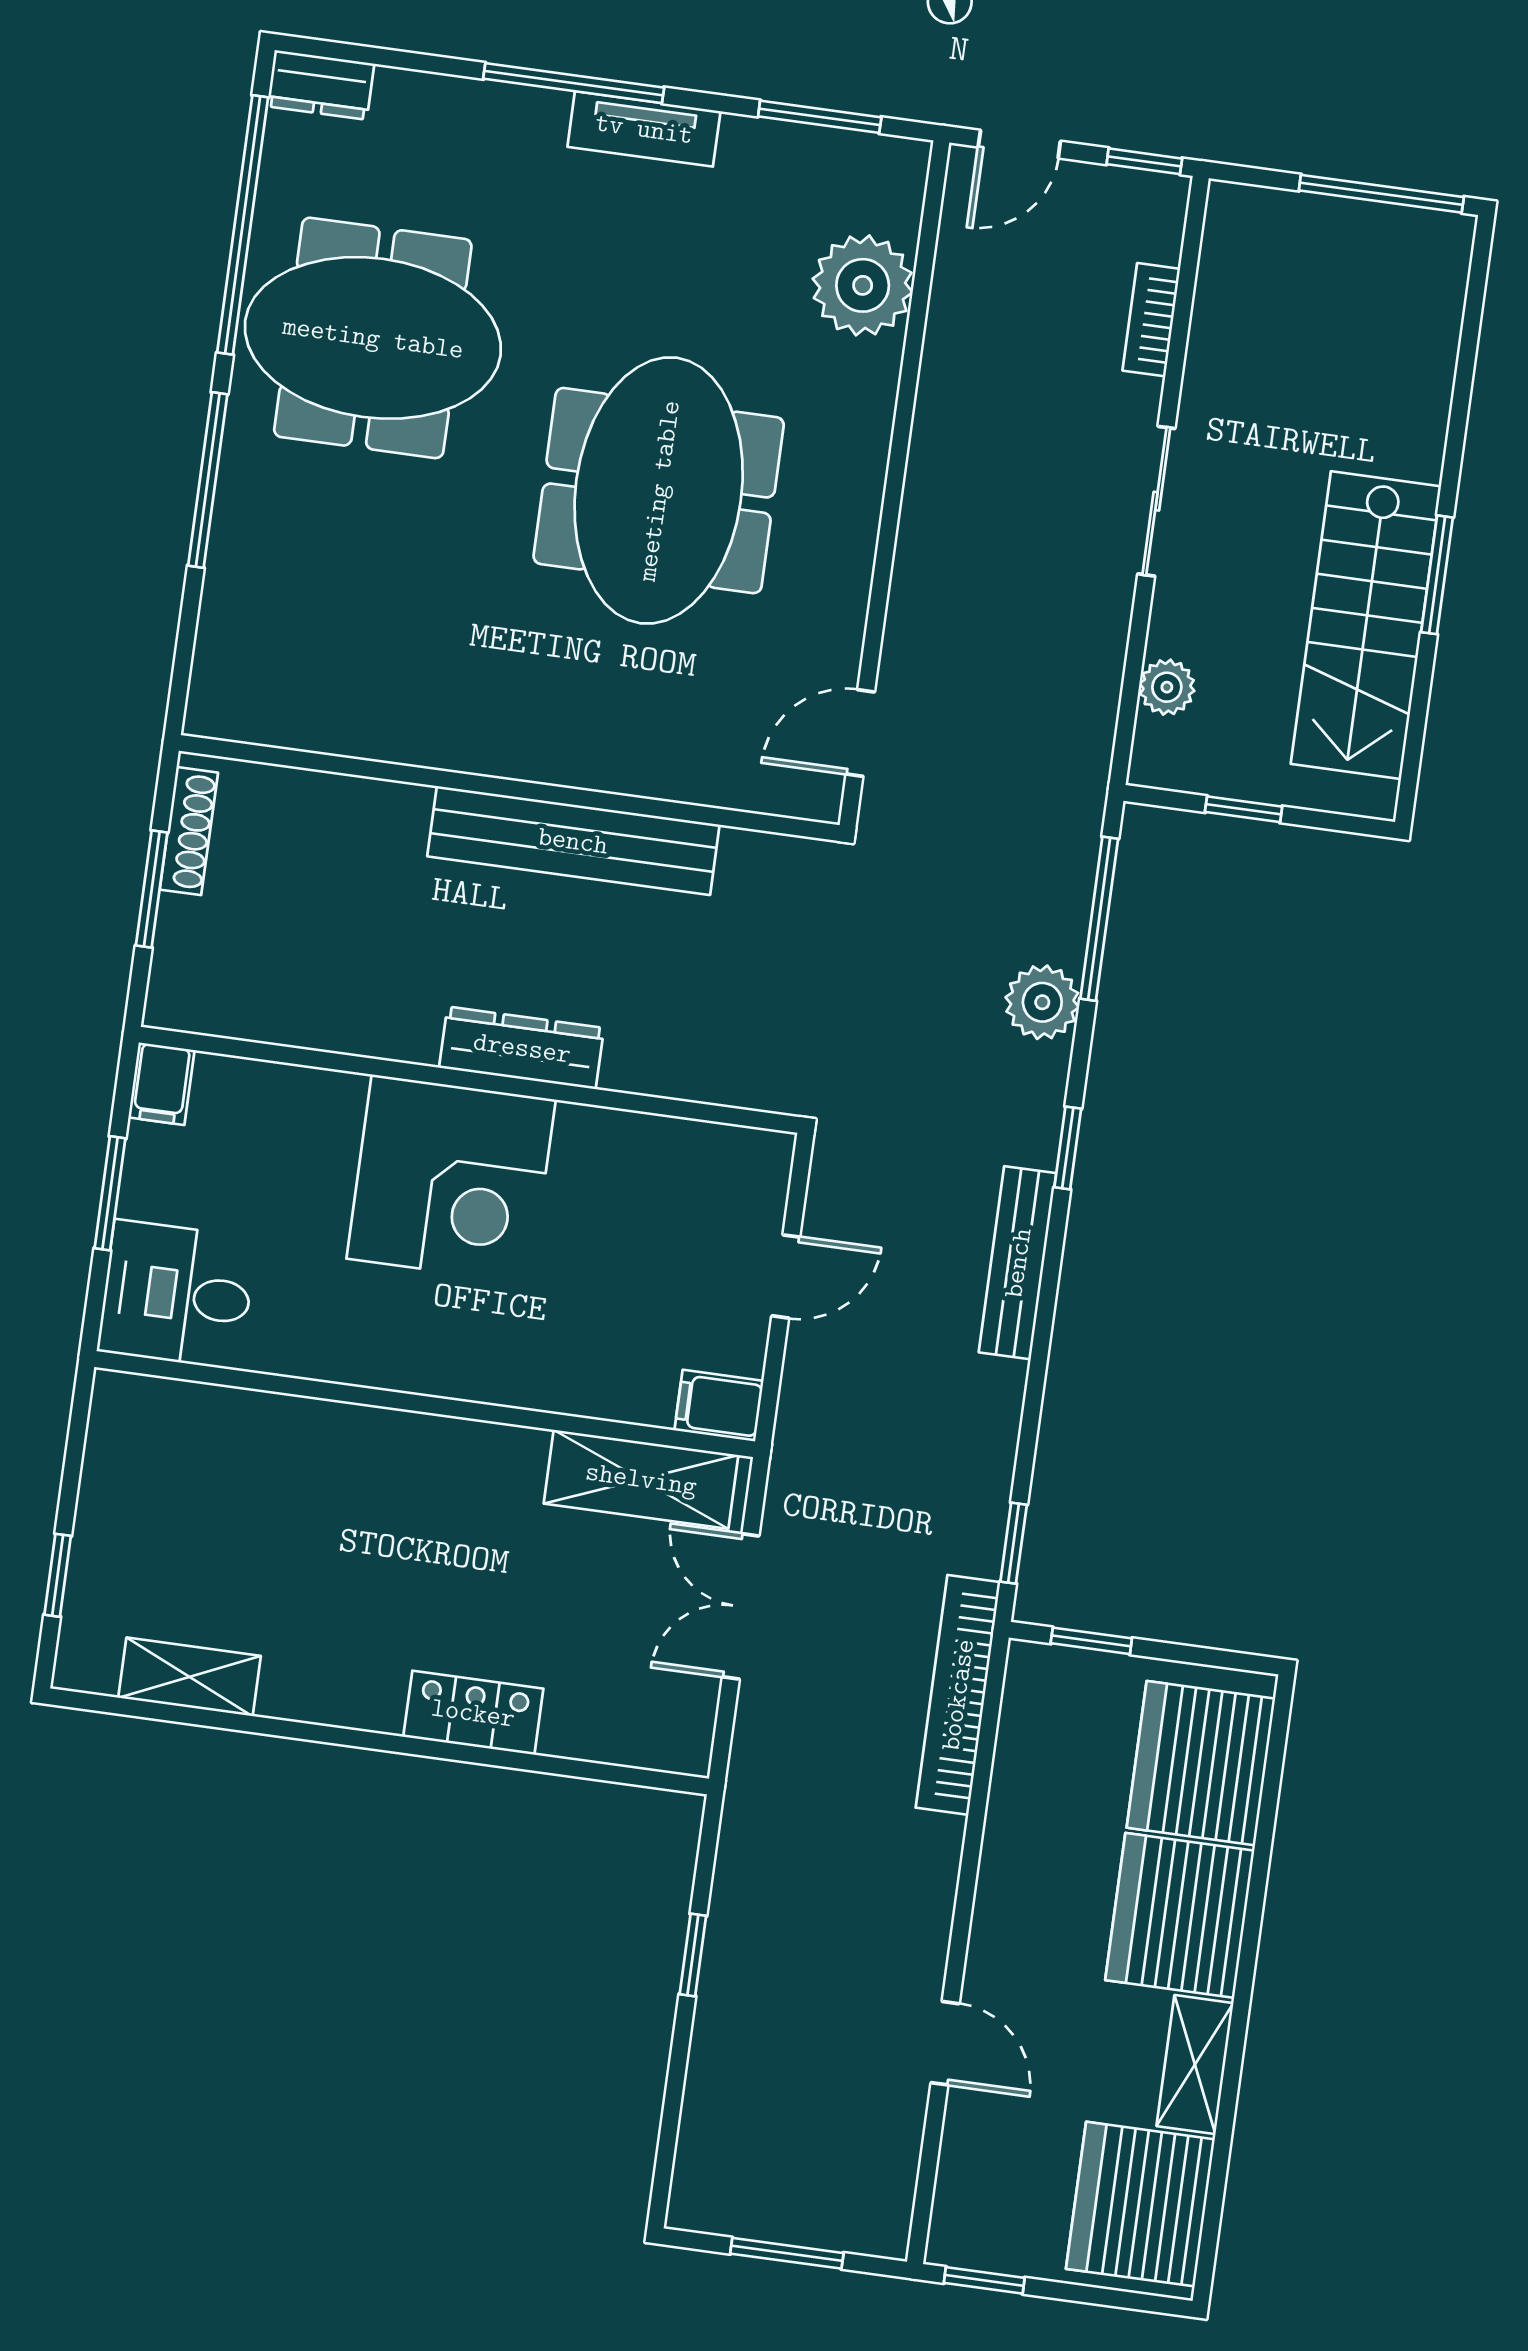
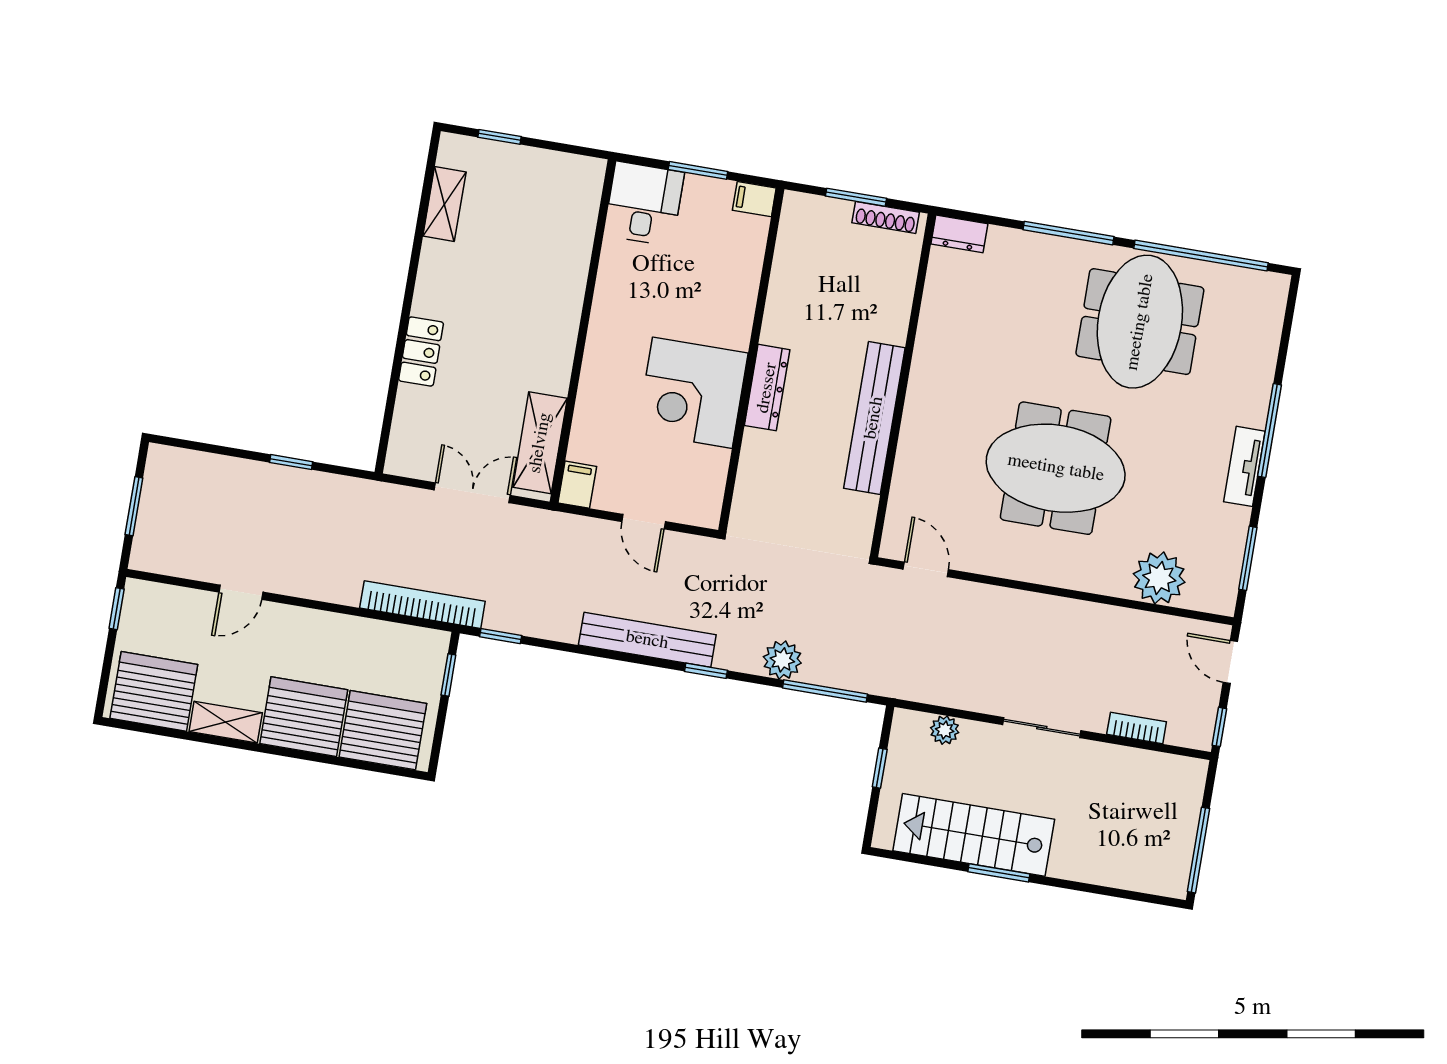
dresser: (321, 85) -> (959, 234), moved, turned -90
corner desk: (451, 1179) -> (692, 393), moved
bench: (1018, 1263) -> (647, 640), width x1.37, depth x1.21

